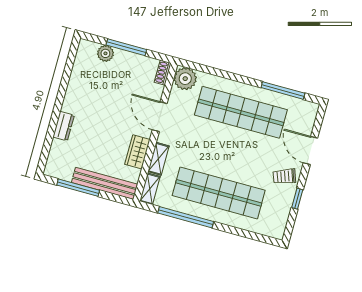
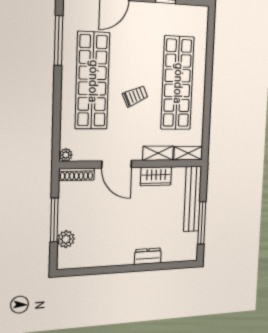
shoe rack: (163, 73) -> (76, 174), width x1.43
plant: (185, 79) -> (66, 155), width x0.53, depth x0.53
door: (160, 117) -> (117, 164), hinge flipped
trolley: (284, 176) -> (135, 96), moved, turned -94
window: (186, 217) -> (207, 110), removed

